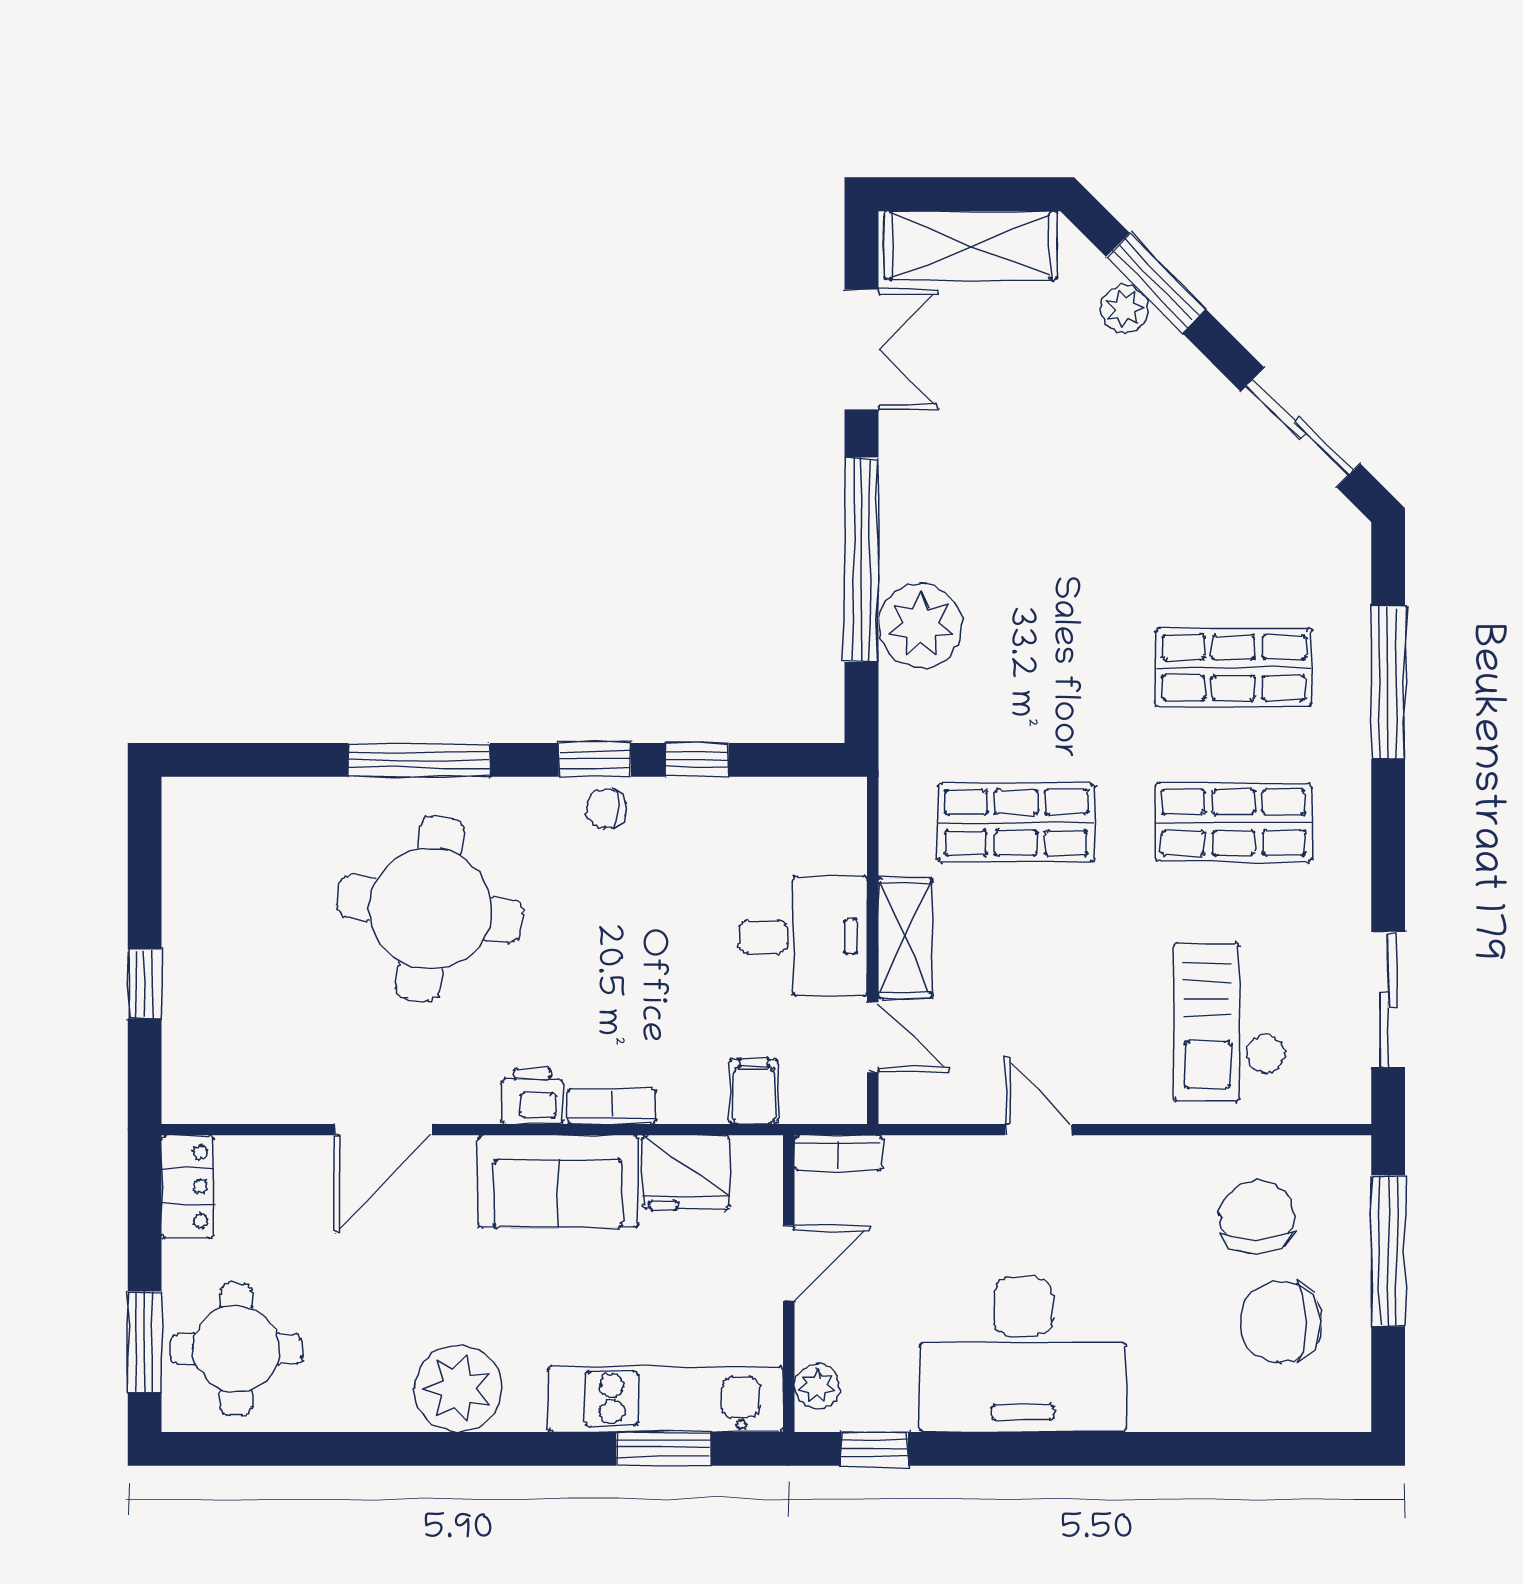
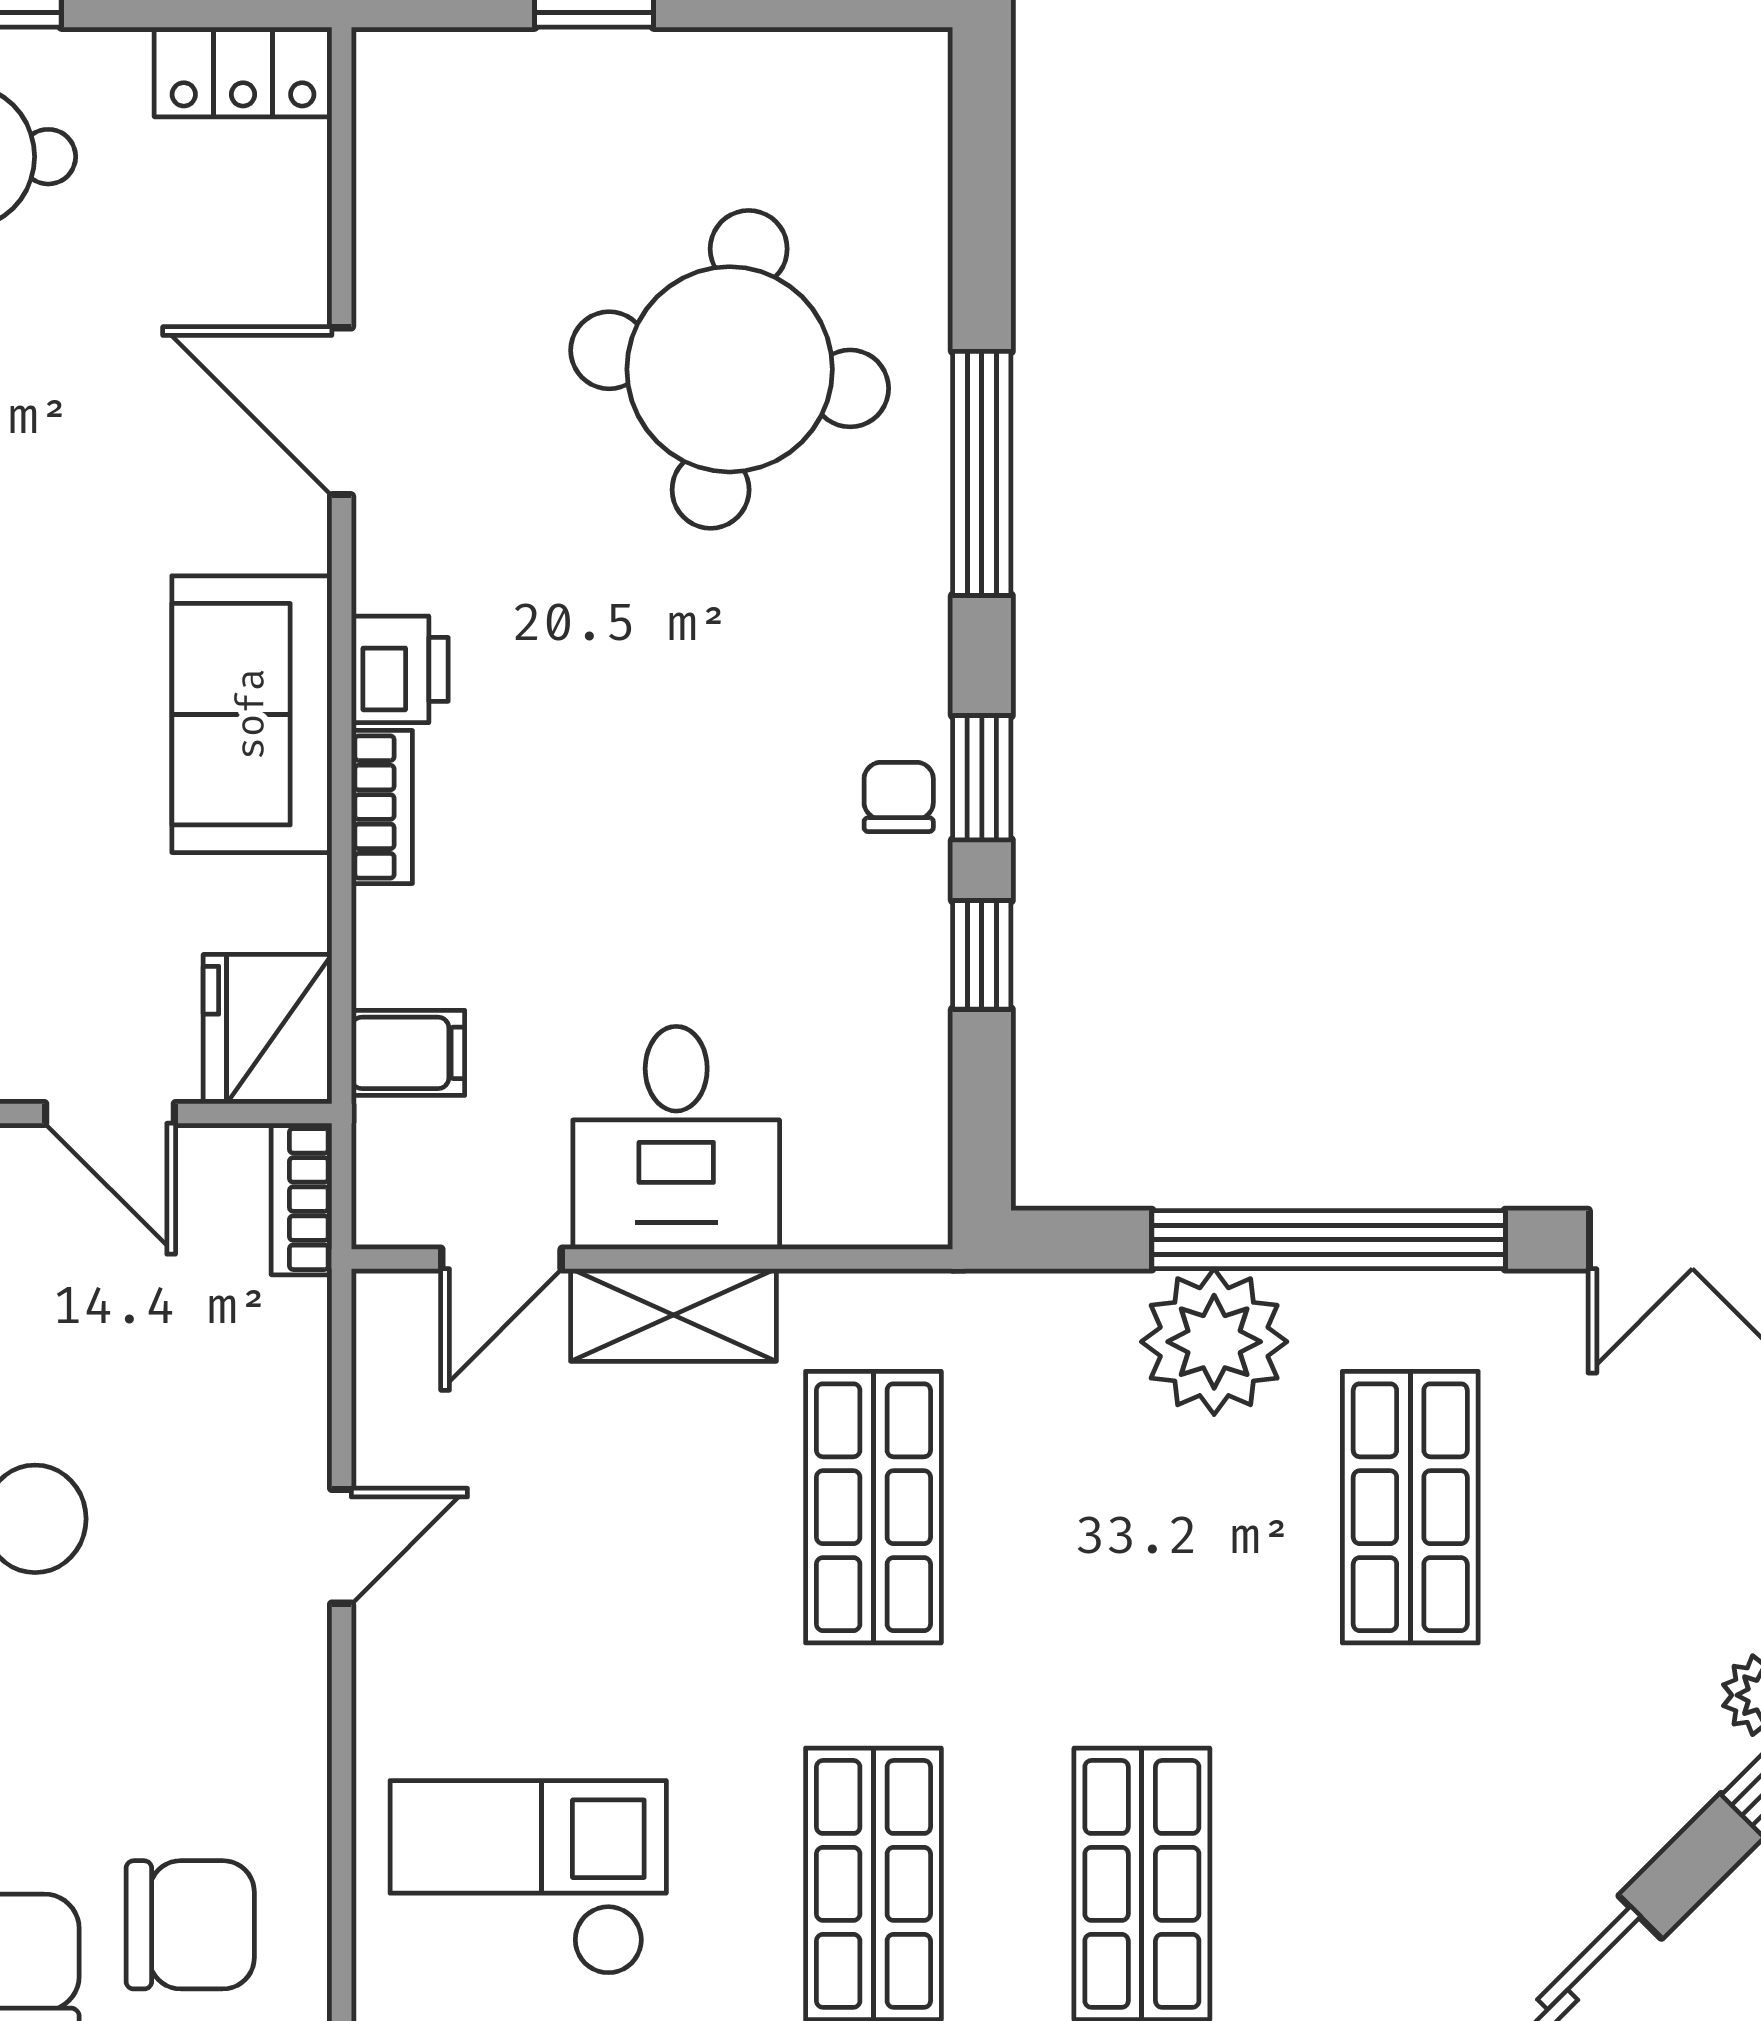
shop shelf: (1016, 513) -> (1410, 1507), added
round table: (430, 909) -> (730, 369), moved
fridge: (686, 1172) -> (268, 1029), moved

